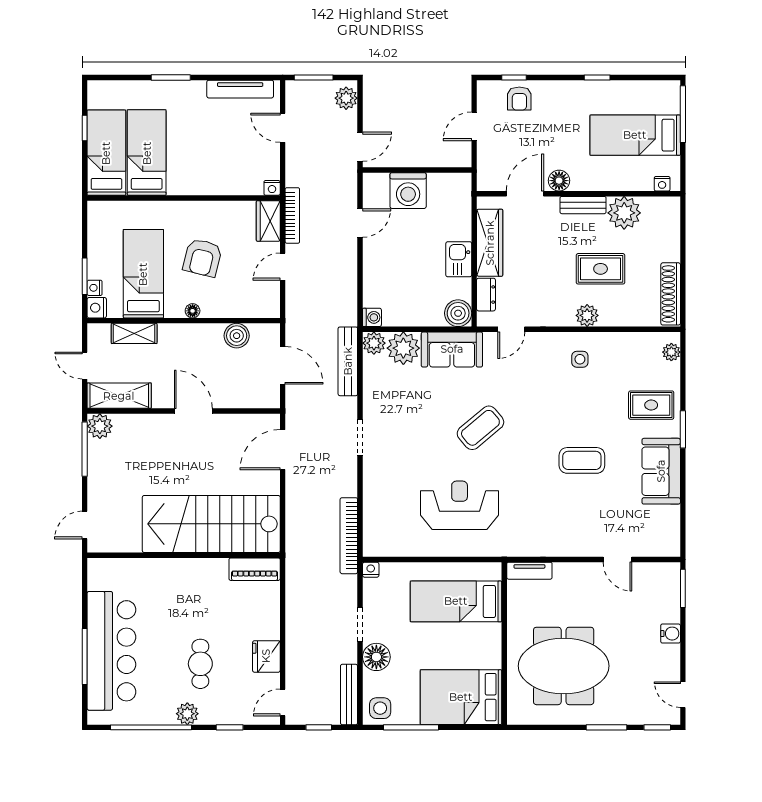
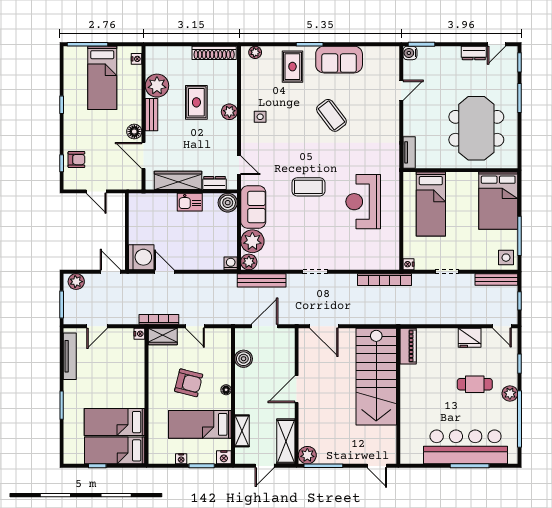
washing machine: (408, 191) -> (141, 257), moved
nightstand: (95, 288) -> (181, 459), moved
coffee table: (480, 428) -> (308, 187), turned -50
coffee table: (582, 460) -> (331, 115), turned -37
water cooler: (671, 634) -> (410, 53), moved, turned -90
floor lamp: (376, 657) -> (470, 260), removed
dresser: (670, 662) -> (474, 53), added

